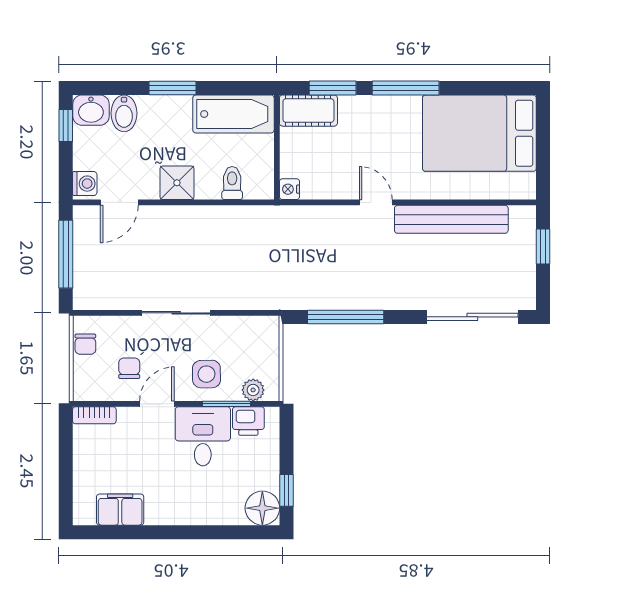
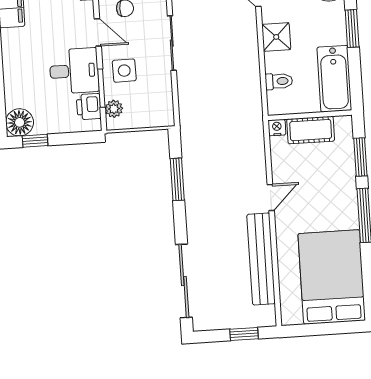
cot: (308, 111) -> (311, 130), moved, turned 90
window: (346, 317) -> (177, 179), width x0.69

